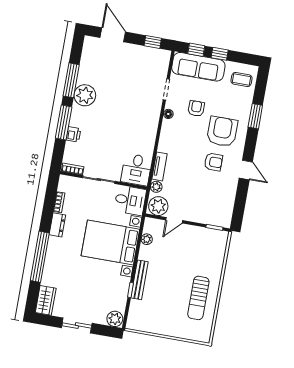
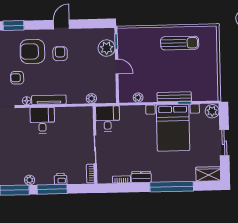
plant: (85, 95) -> (30, 180), width x0.53, depth x0.53
tv unit: (160, 166) -> (49, 100), moved, width x1.41
desk: (136, 170) -> (42, 120), moved, turned -90
plant: (158, 206) -> (107, 48), moved
door: (174, 220) -> (117, 66), moved
bed with nightstands: (110, 242) -> (173, 128), moved

